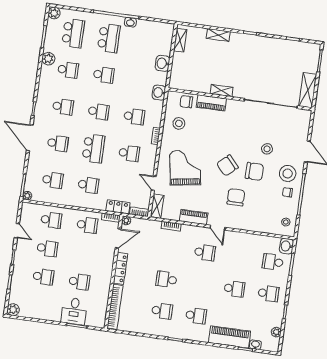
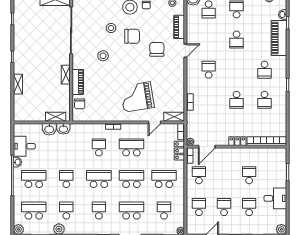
desk: (147, 32) -> (24, 146), added
shelving: (180, 40) -> (56, 117), moved
washbasin: (159, 93) -> (63, 129), moved
school desk: (99, 112) -> (99, 179), width x1.85
stool: (179, 123) -> (103, 56), moved
school desk: (58, 143) -> (131, 211), width x1.85
school desk: (129, 153) -> (131, 147), width x1.85
chair: (227, 165) -> (130, 60), removed
chair: (254, 171) -> (132, 36), turned 90
school desk: (88, 185) -> (164, 179), width x1.85
chair: (236, 197) -> (157, 49), turned 90
piano: (194, 217) -> (179, 27), moved
door: (218, 228) -> (185, 51), moved
door: (118, 238) -> (207, 147), swing flipped
locker: (120, 268) -> (237, 141), width x0.66
school desk: (234, 289) -> (237, 40), turned 180
desk: (74, 311) -> (275, 198), moved
school desk: (162, 311) -> (265, 100), turned 180
school desk: (196, 316) -> (265, 70), turned 180

